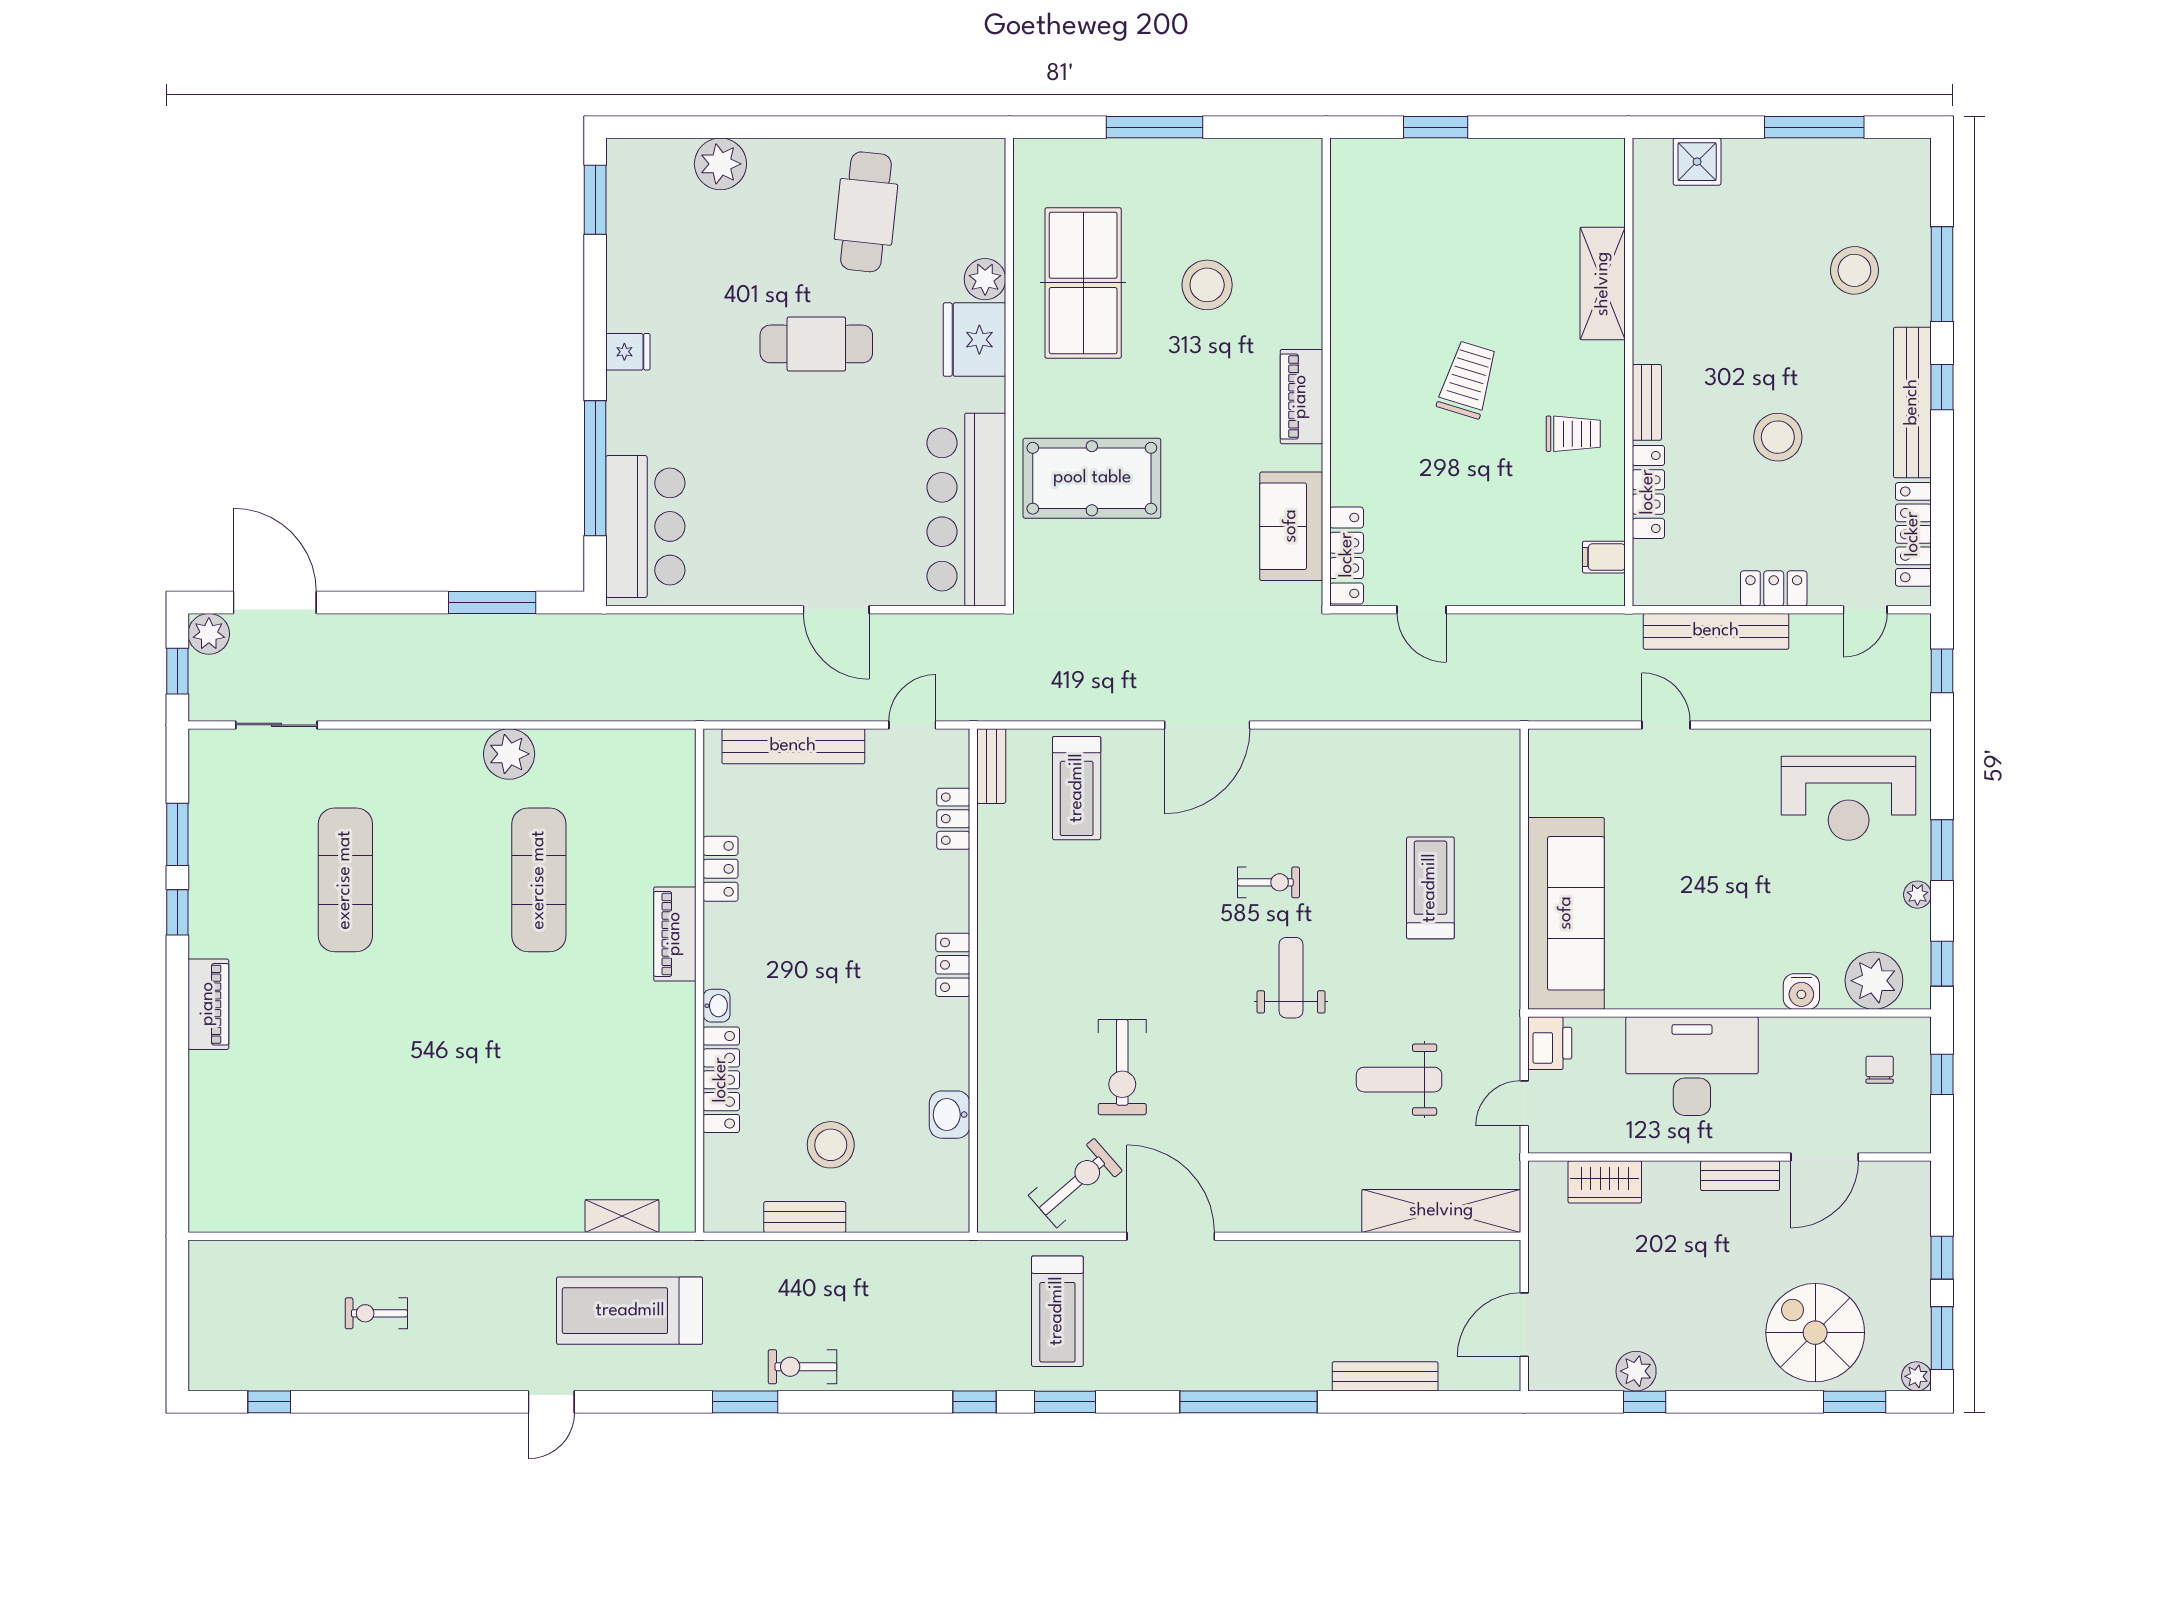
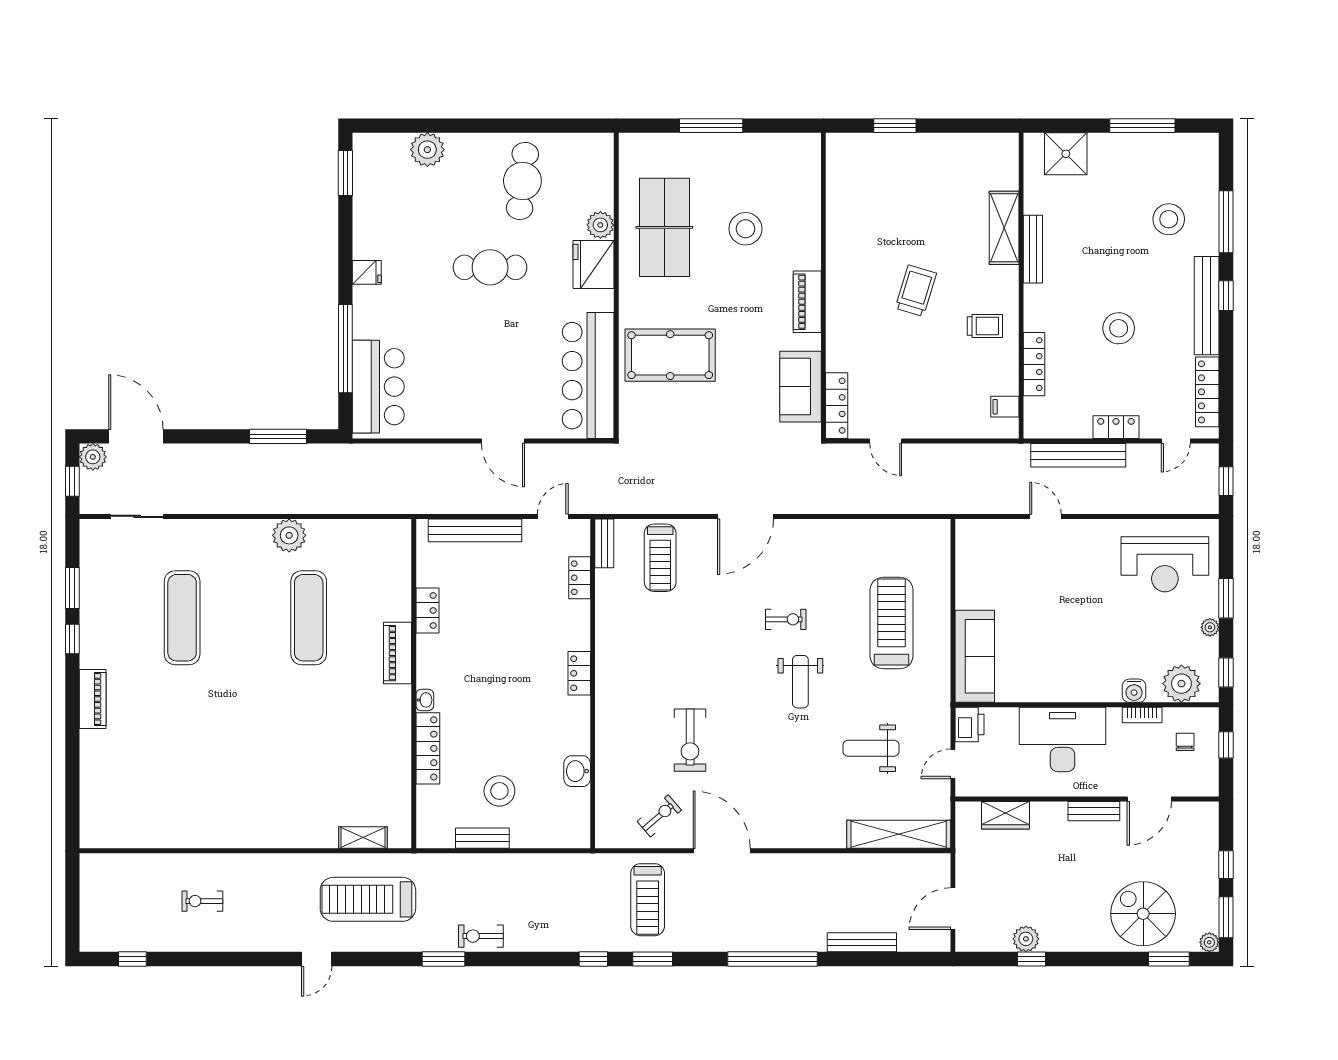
shower: (1697, 162) -> (1066, 154), width x1.36, depth x1.36
bench: (1647, 402) -> (1033, 249), moved, width x1.36
treadmill: (1430, 888) -> (891, 623), width x1.37, depth x1.38
sofa: (1566, 913) -> (975, 656), width x0.74, depth x0.79
weight bench: (1291, 978) -> (800, 682), turned 180
bookcase: (1814, 1029) -> (1142, 715), added
exercise bike: (1075, 1183) -> (659, 816), width x0.73, depth x0.72

